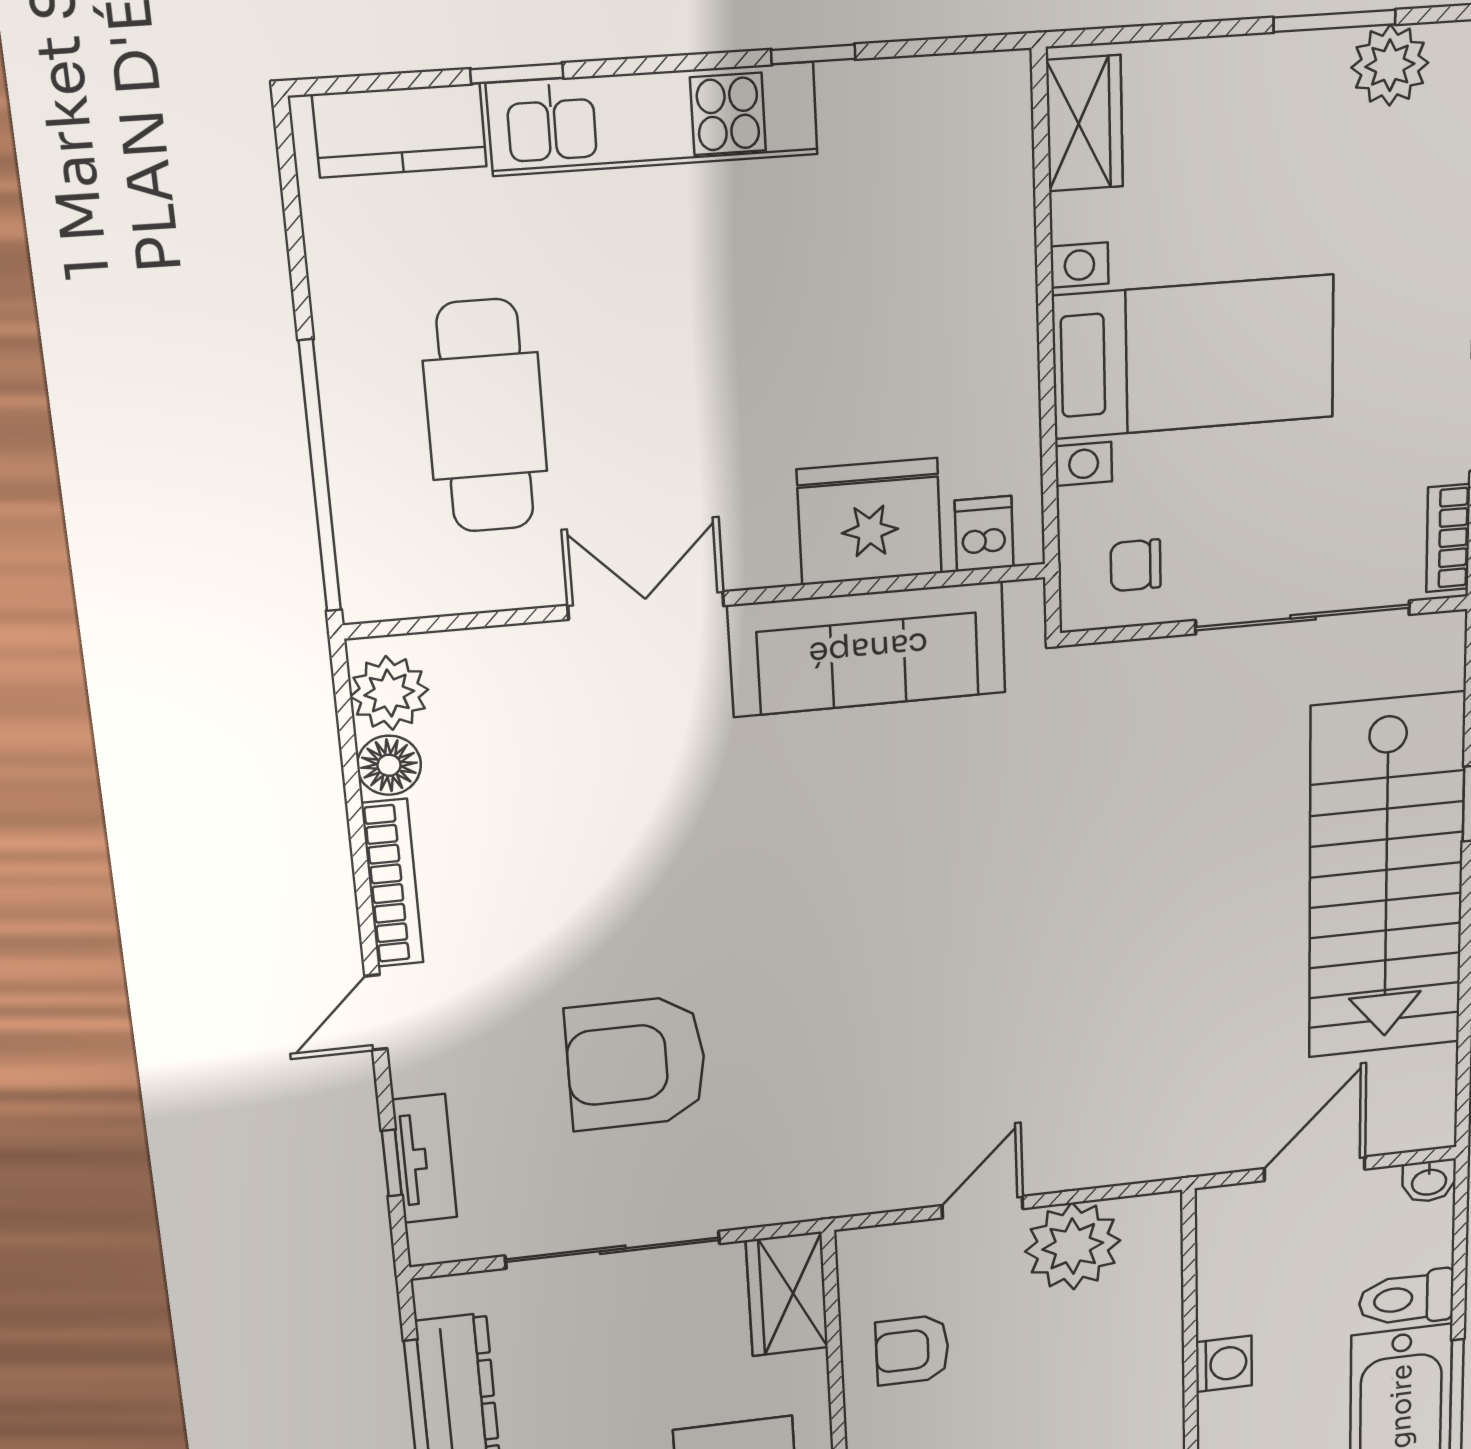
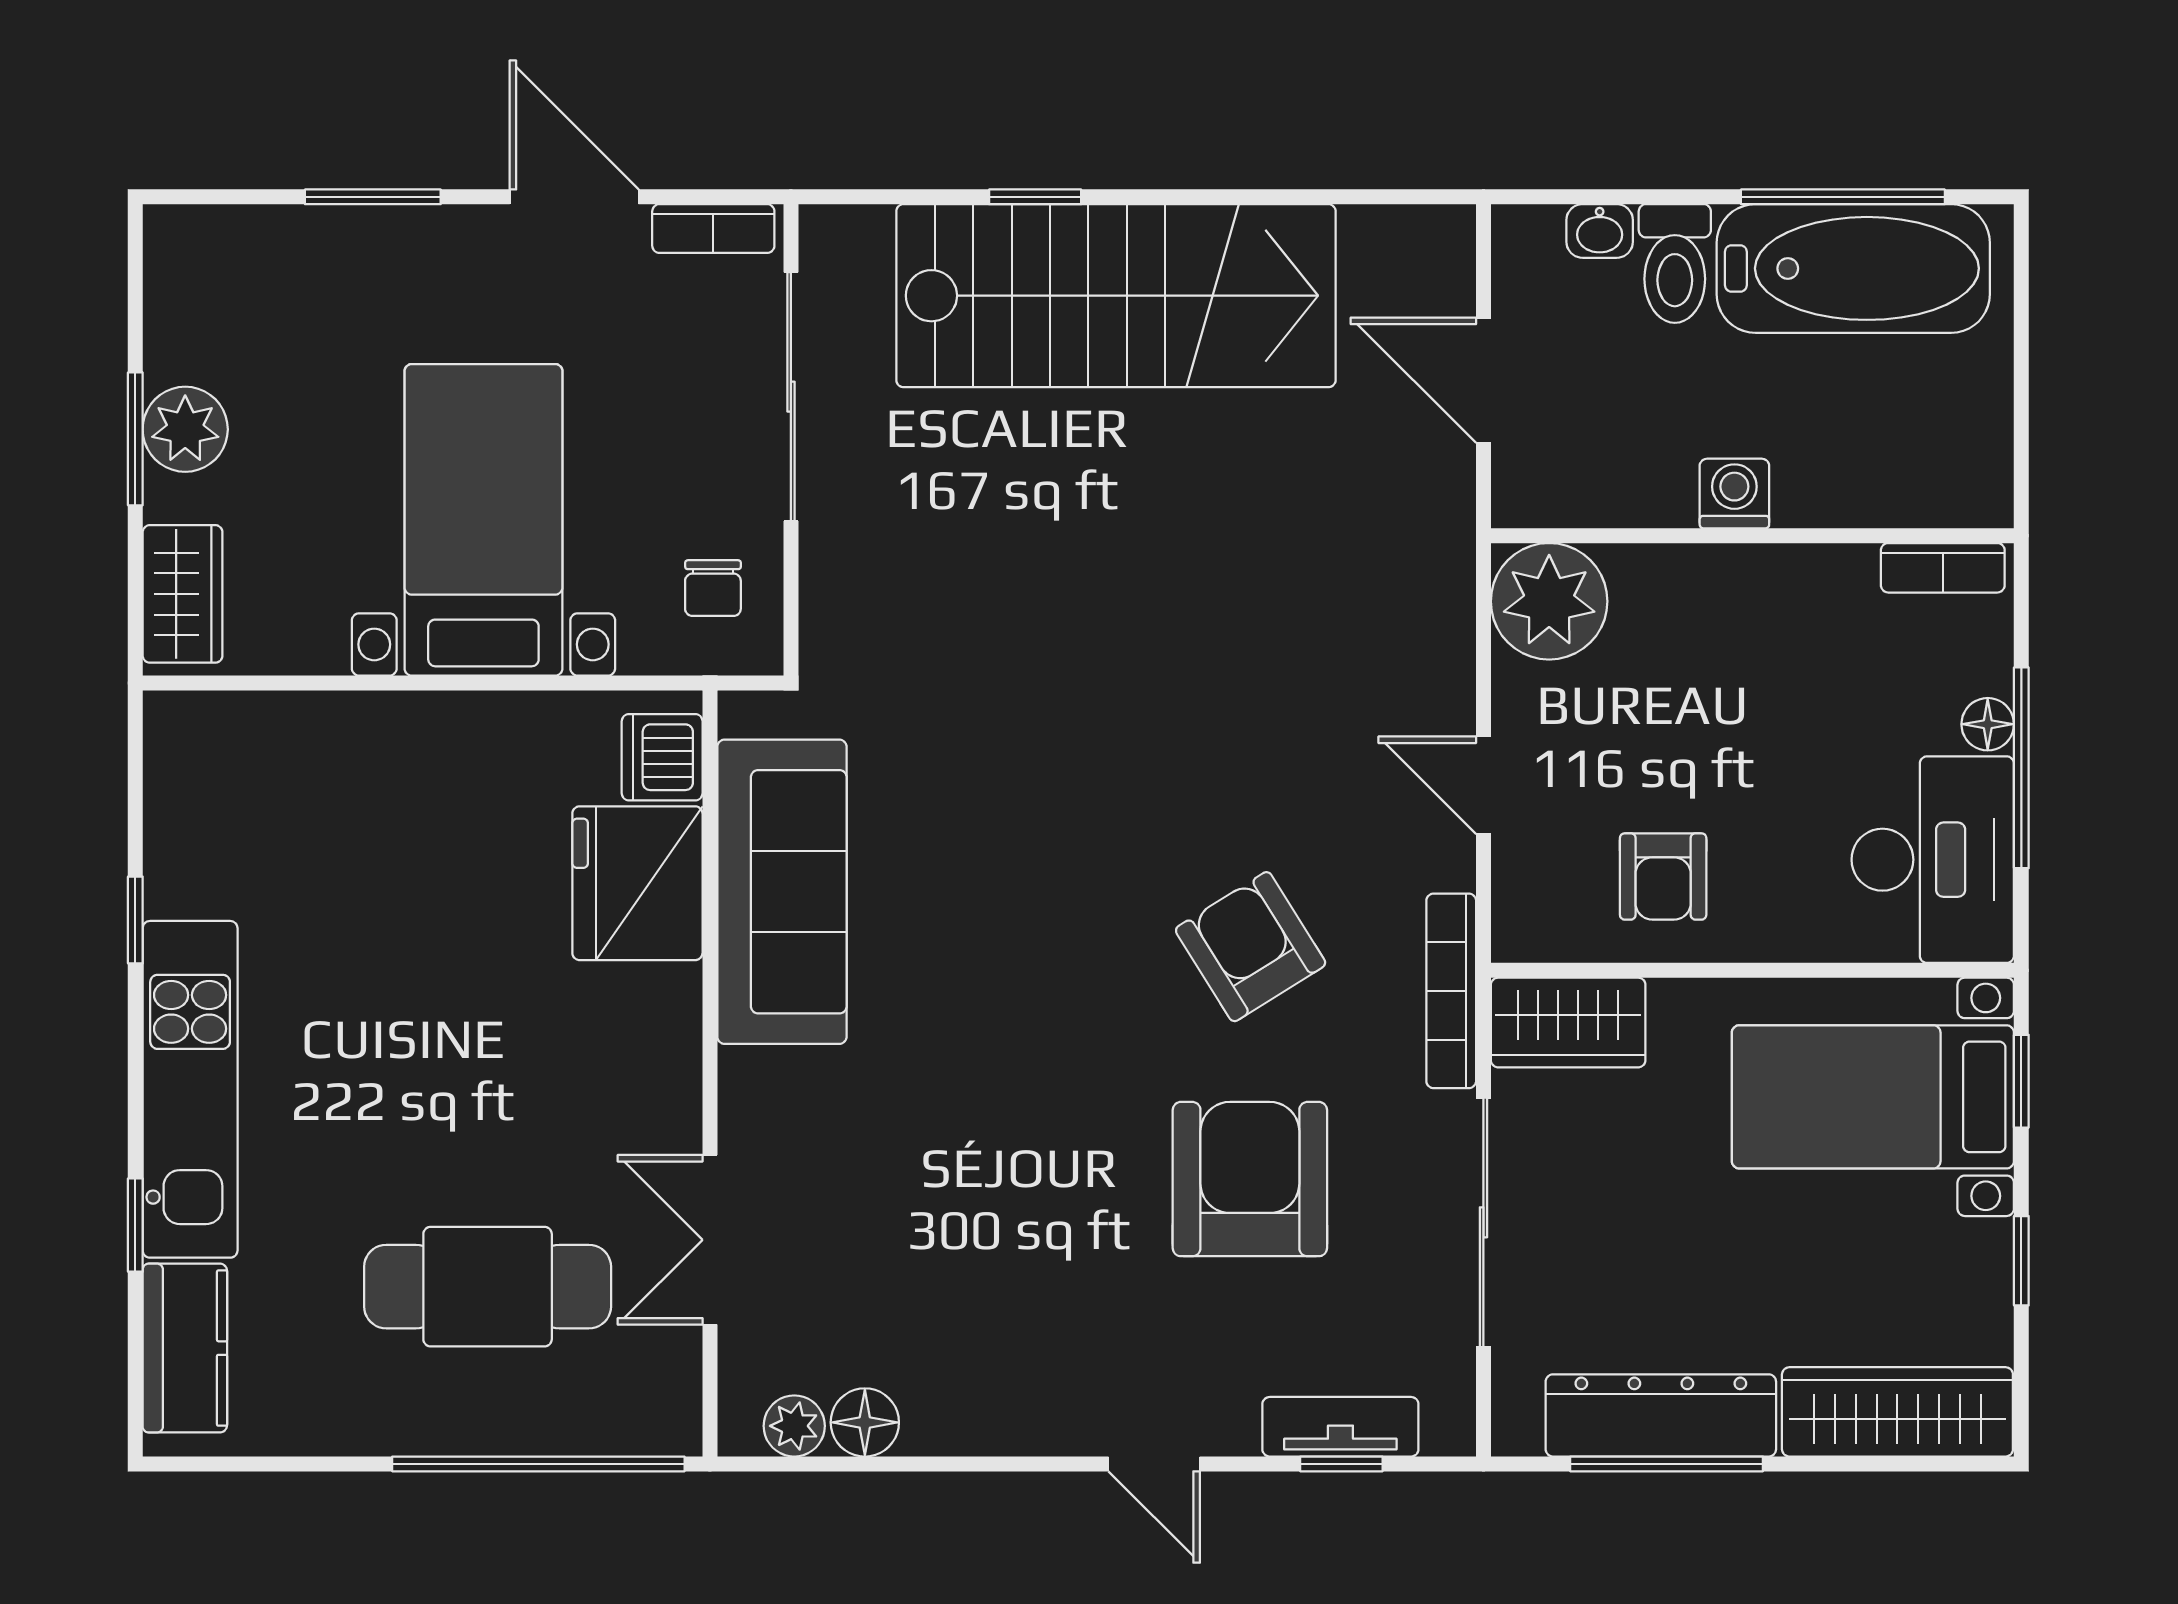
window: (1335, 21) -> (135, 439), moved
plant: (1390, 65) -> (185, 429), moved
wardrobe: (1085, 123) -> (183, 594), moved, turned 90
dishwasher: (984, 534) -> (662, 757), width x1.38
double door: (646, 606) -> (710, 1240), moved
plant: (389, 693) -> (794, 1426), width x0.73, depth x0.73
bookcase: (392, 883) -> (1451, 991), moved, turned -90
armchair: (838, 1042) -> (1251, 947), added
armchair: (636, 1063) -> (1250, 1179), turned 180
washbasin: (1429, 1181) -> (1600, 231), moved, turned 90
plant: (1073, 1246) -> (1549, 601), moved

